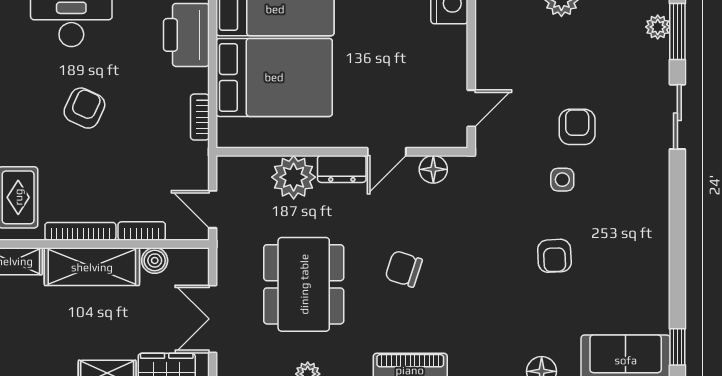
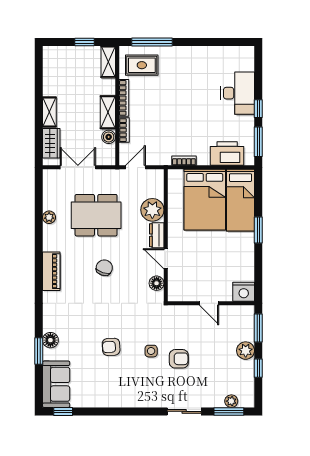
armchair: (84, 108) -> (189, 100), removed
door: (471, 108) -> (209, 303), moved
shelving: (92, 267) -> (108, 112), width x0.67, depth x0.75

